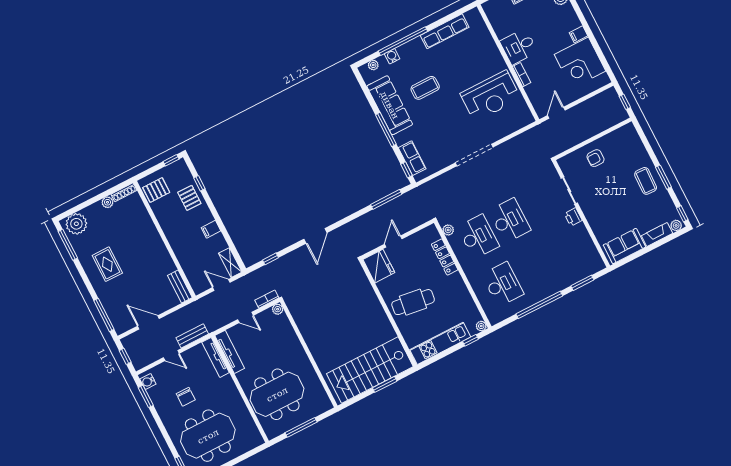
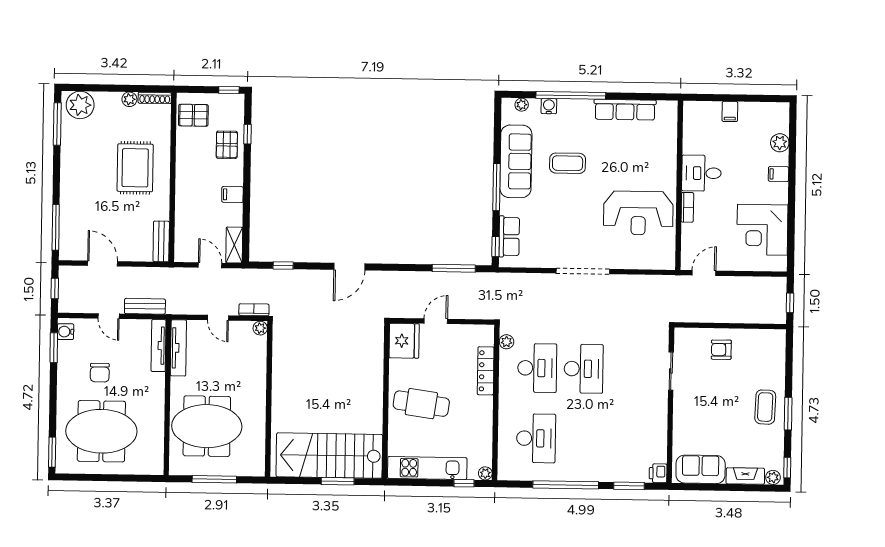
filing cabinet: (579, 34) -> (779, 174), moved
printer: (573, 217) -> (658, 473), moved
rug: (107, 264) -> (135, 168), moved, width x1.36, depth x1.43

